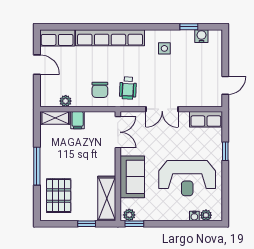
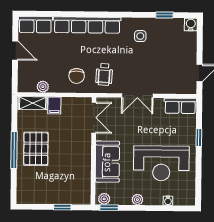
water cooler: (201, 36) -> (191, 24), moved
pallet: (59, 196) -> (36, 149), moved
shelving: (107, 199) -> (82, 183), removed
plant: (206, 215) -> (137, 200), moved

